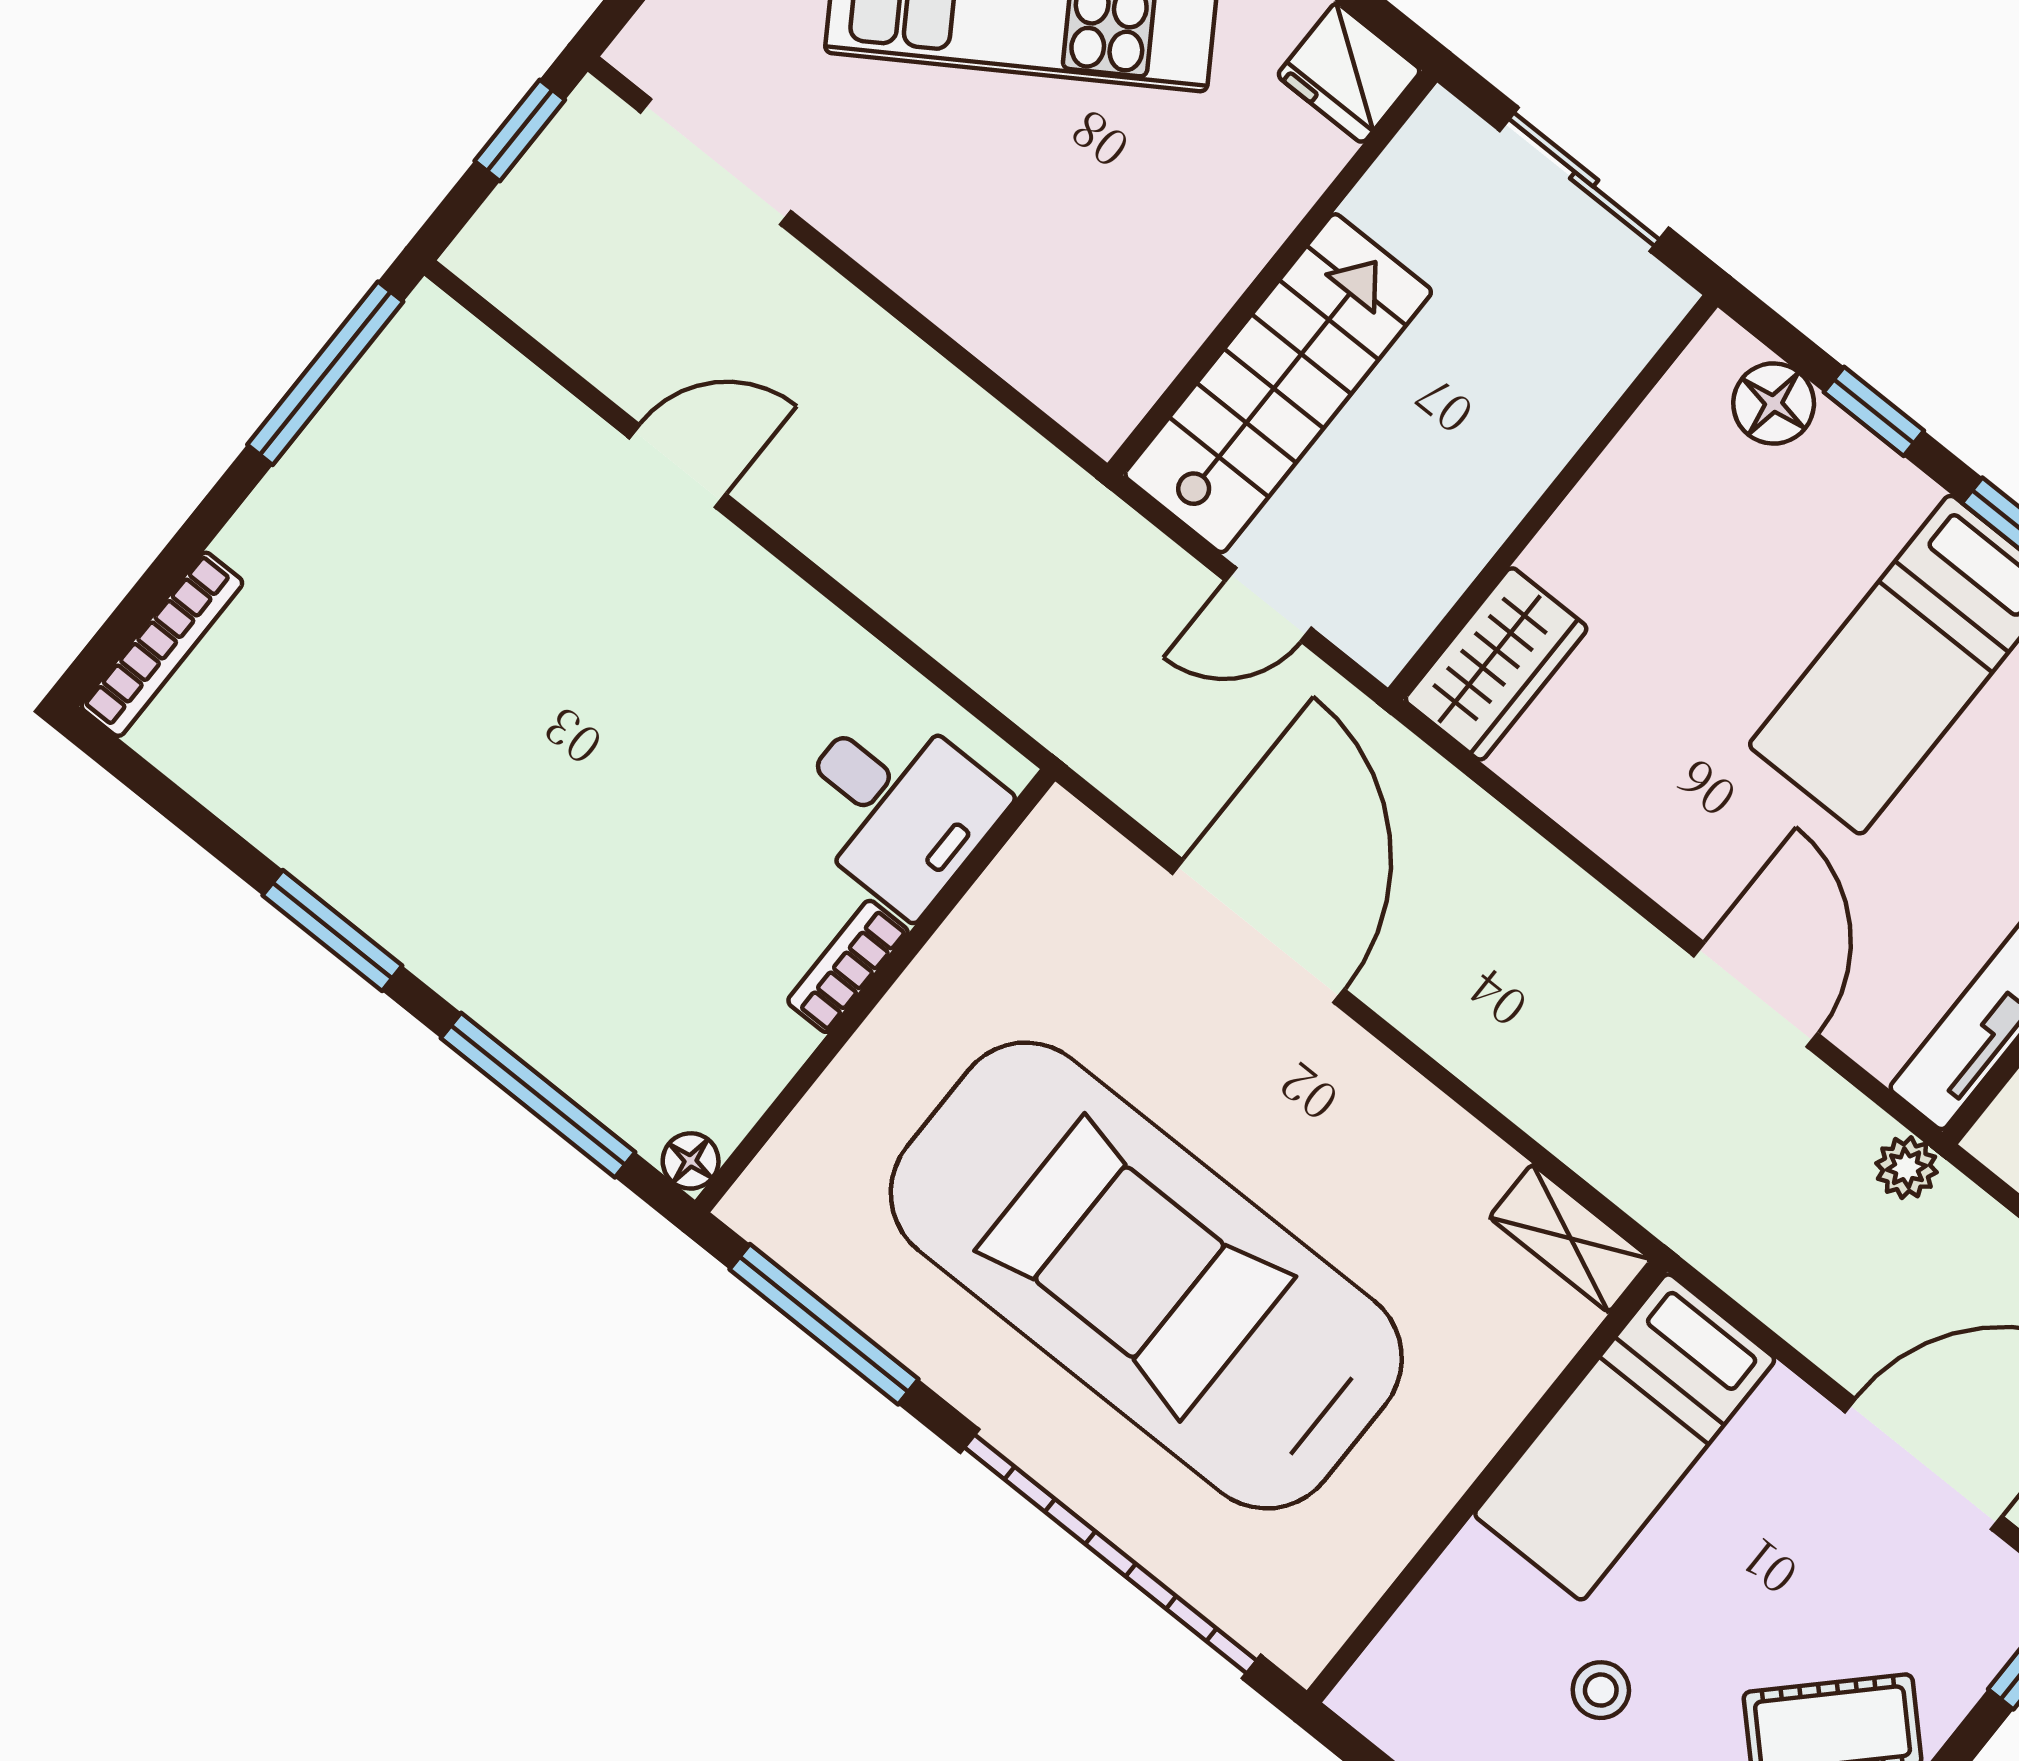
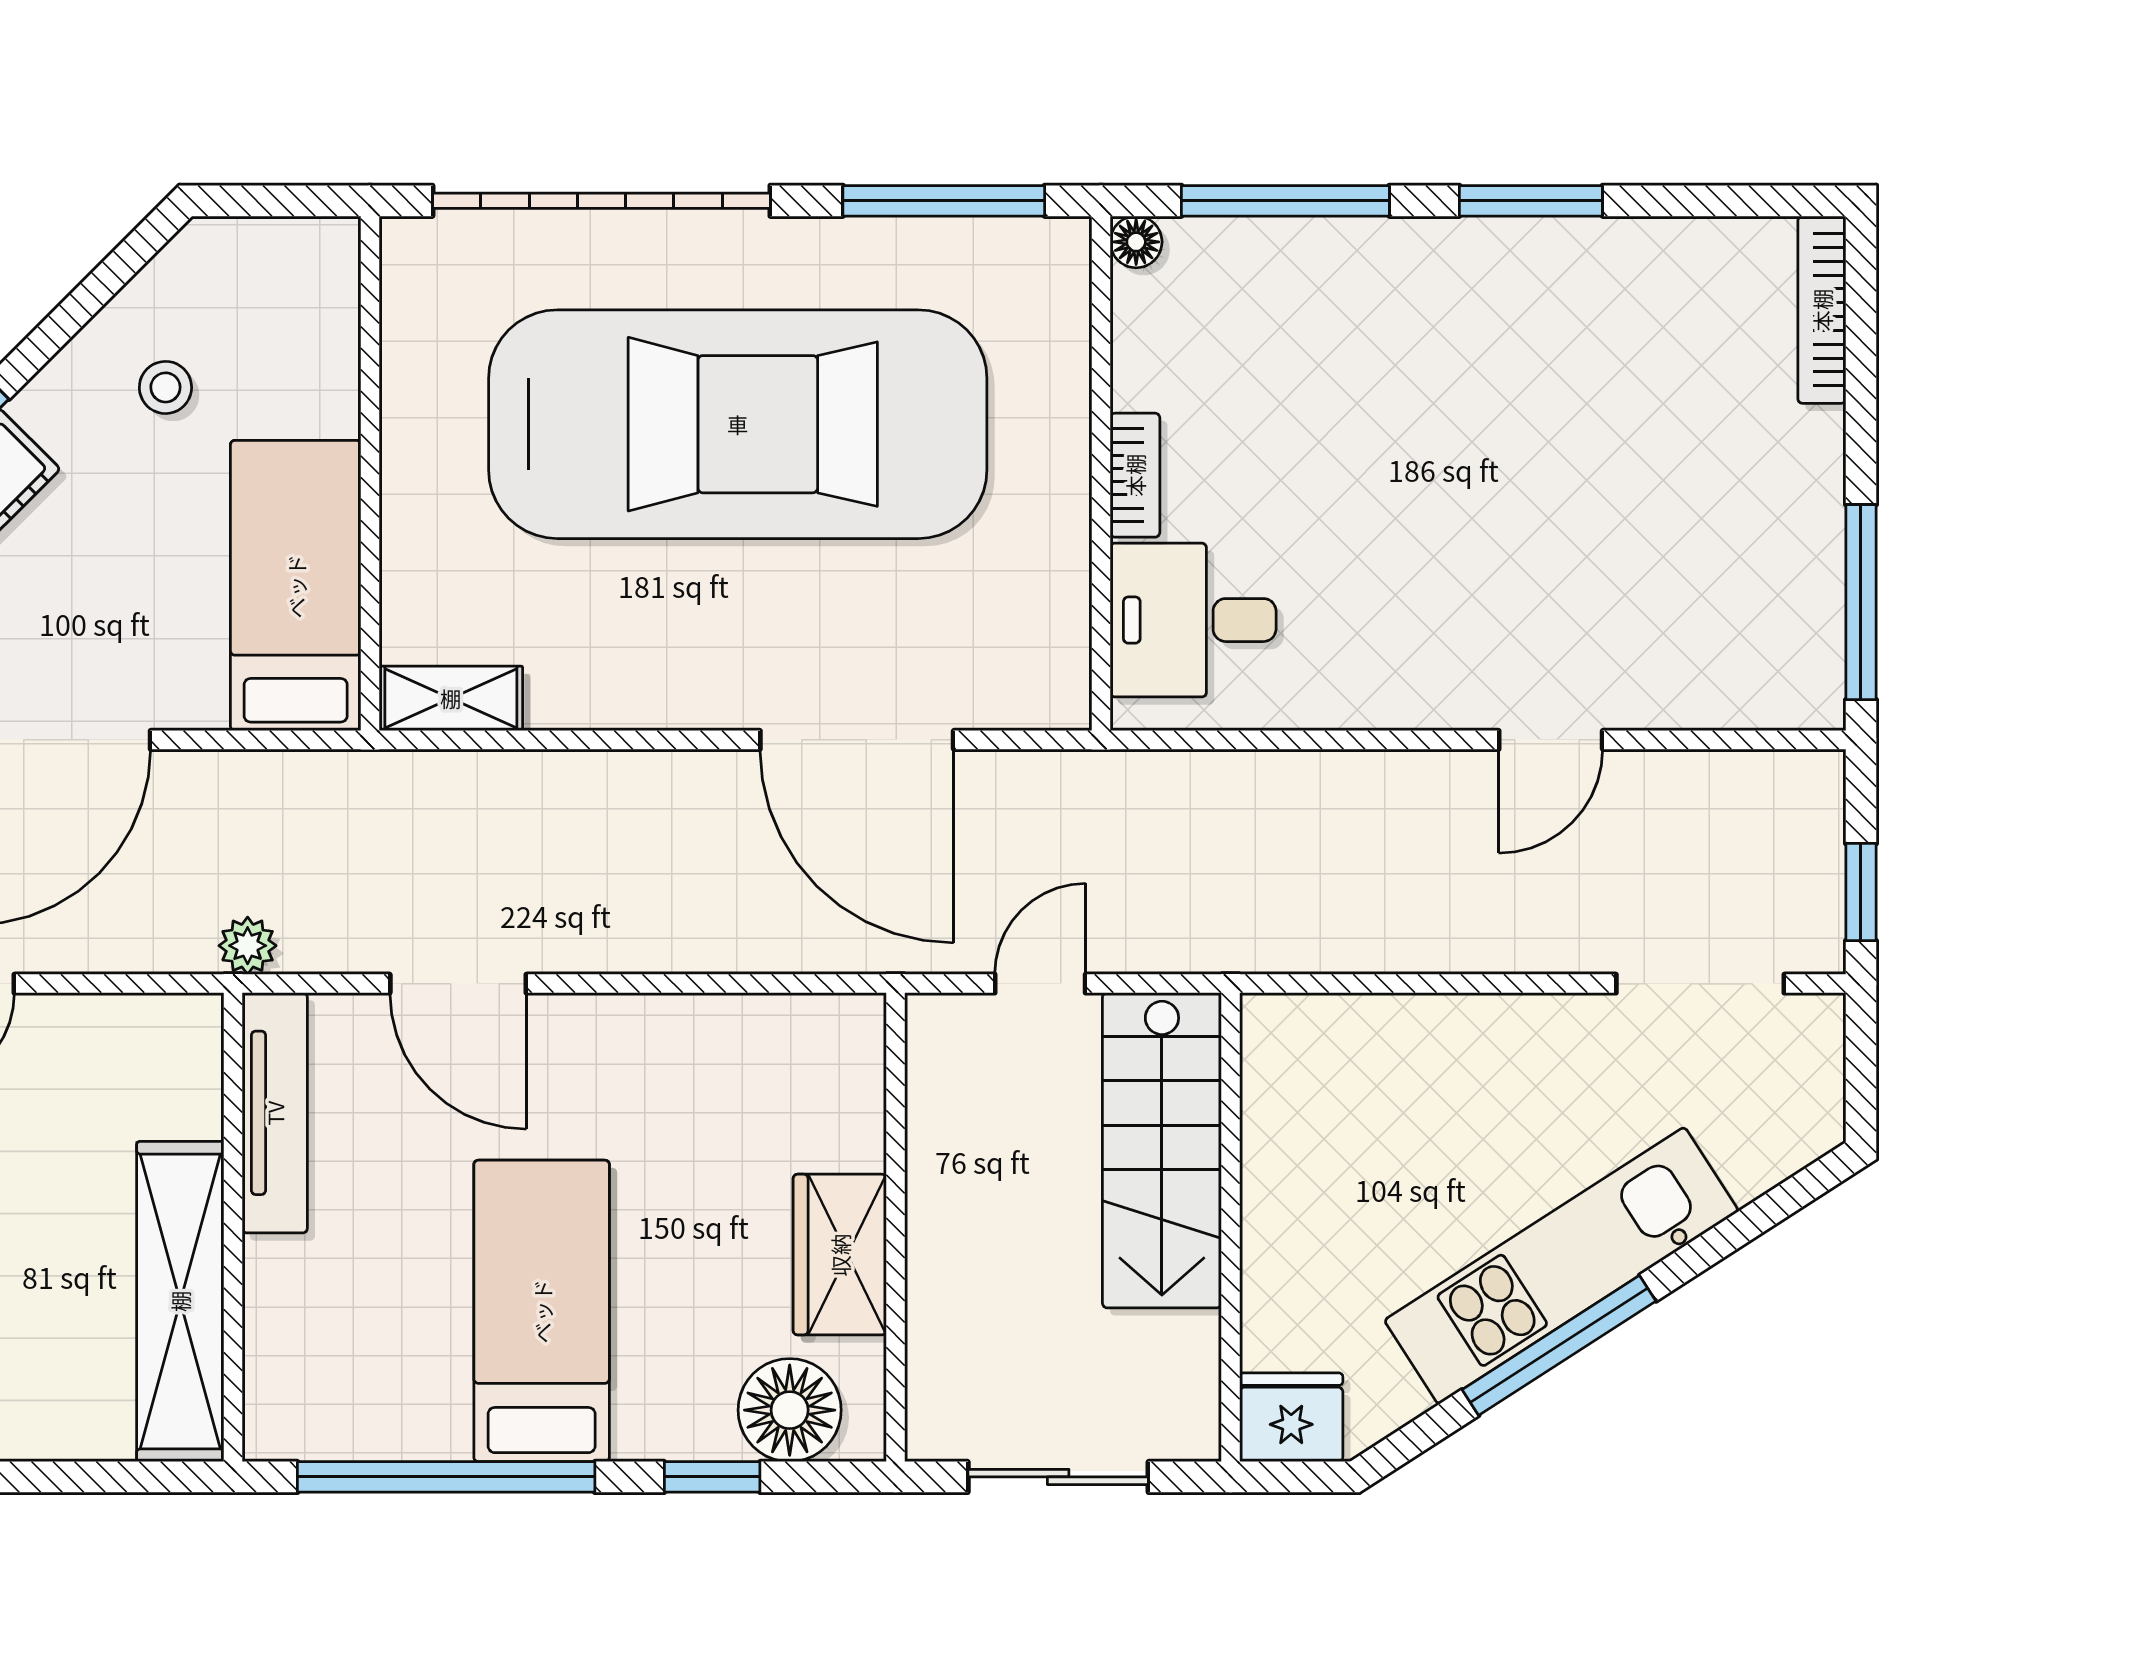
floor lamp: (1774, 403) -> (790, 1410), width x1.38, depth x1.38
wardrobe: (1496, 664) -> (840, 1255), moved

